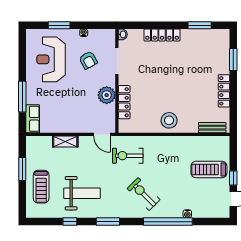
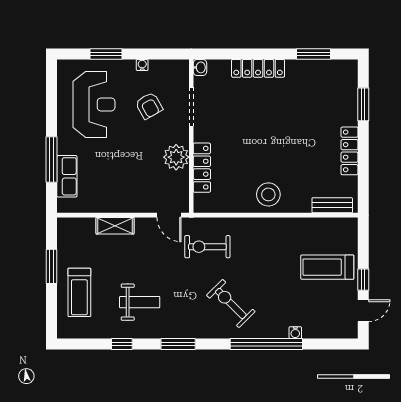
reception desk: (51, 59) -> (94, 104), turned 180
row of seats: (33, 119) -> (67, 176), moved
weight bench: (82, 193) -> (140, 302), width x0.73, depth x0.75

